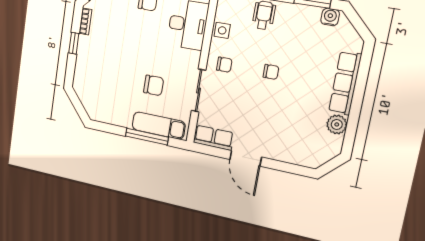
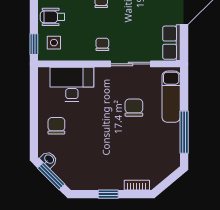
bookcase: (85, 21) -> (137, 185), moved
side table: (222, 30) -> (54, 43), moved
window: (147, 137) -> (184, 132), moved

